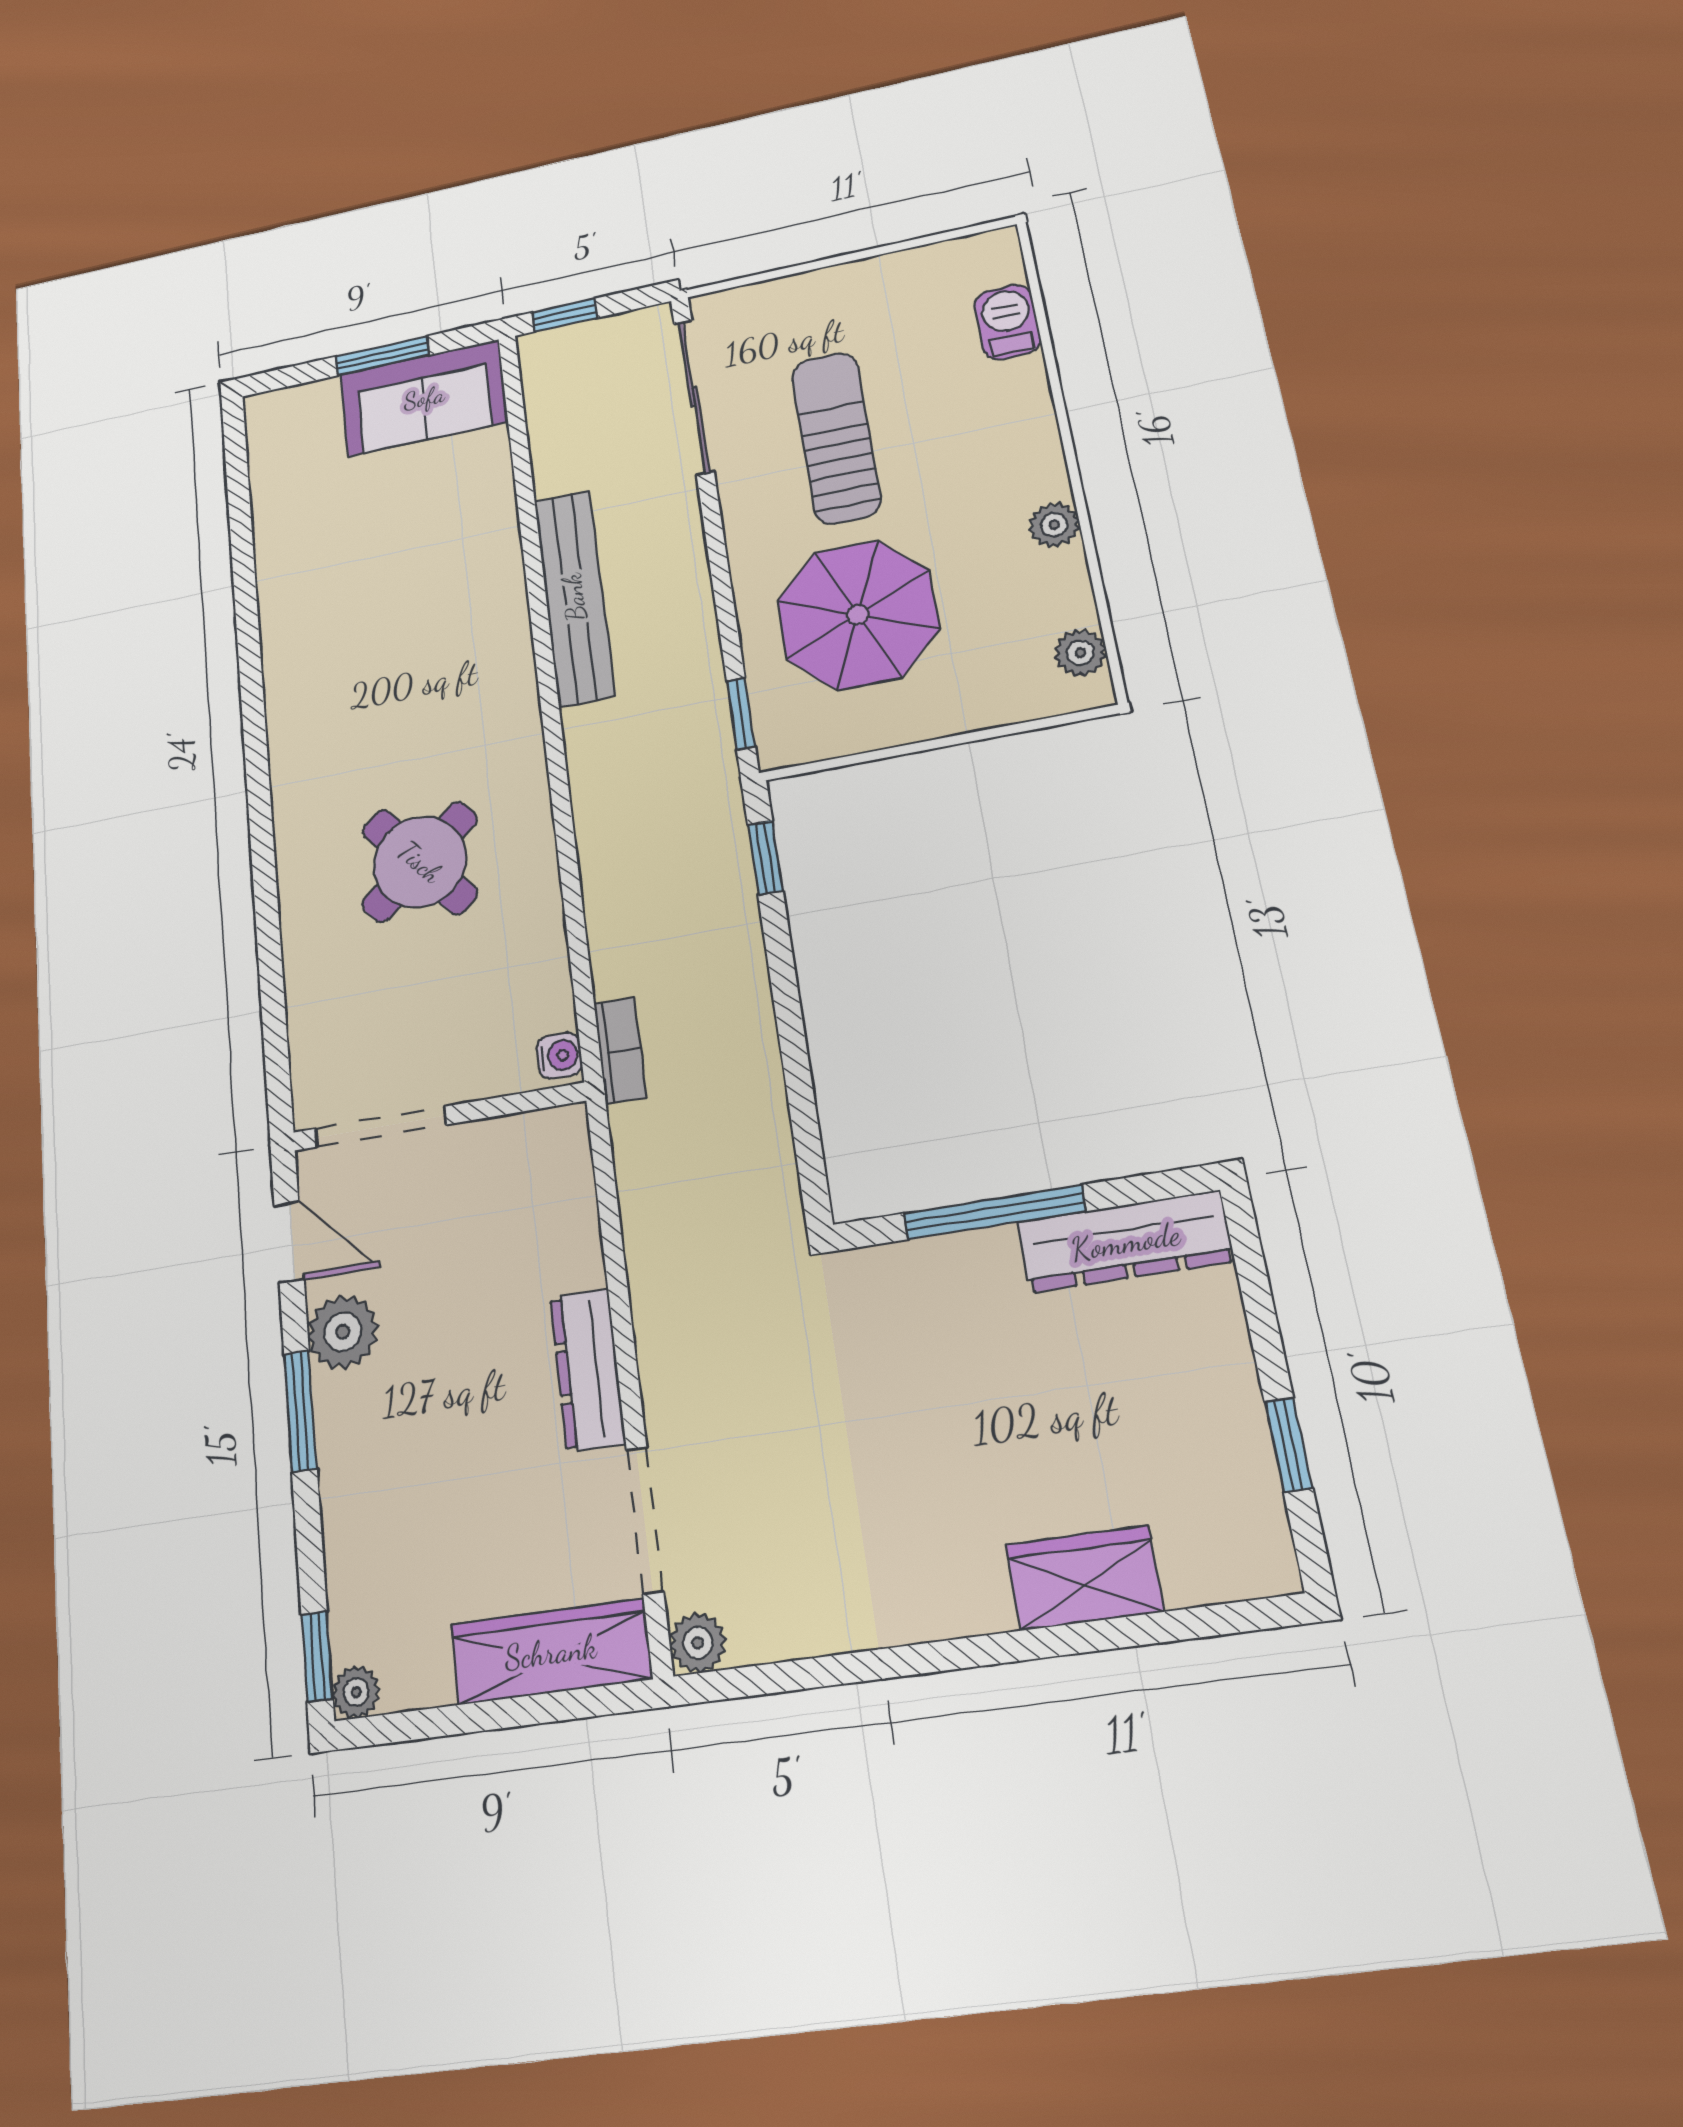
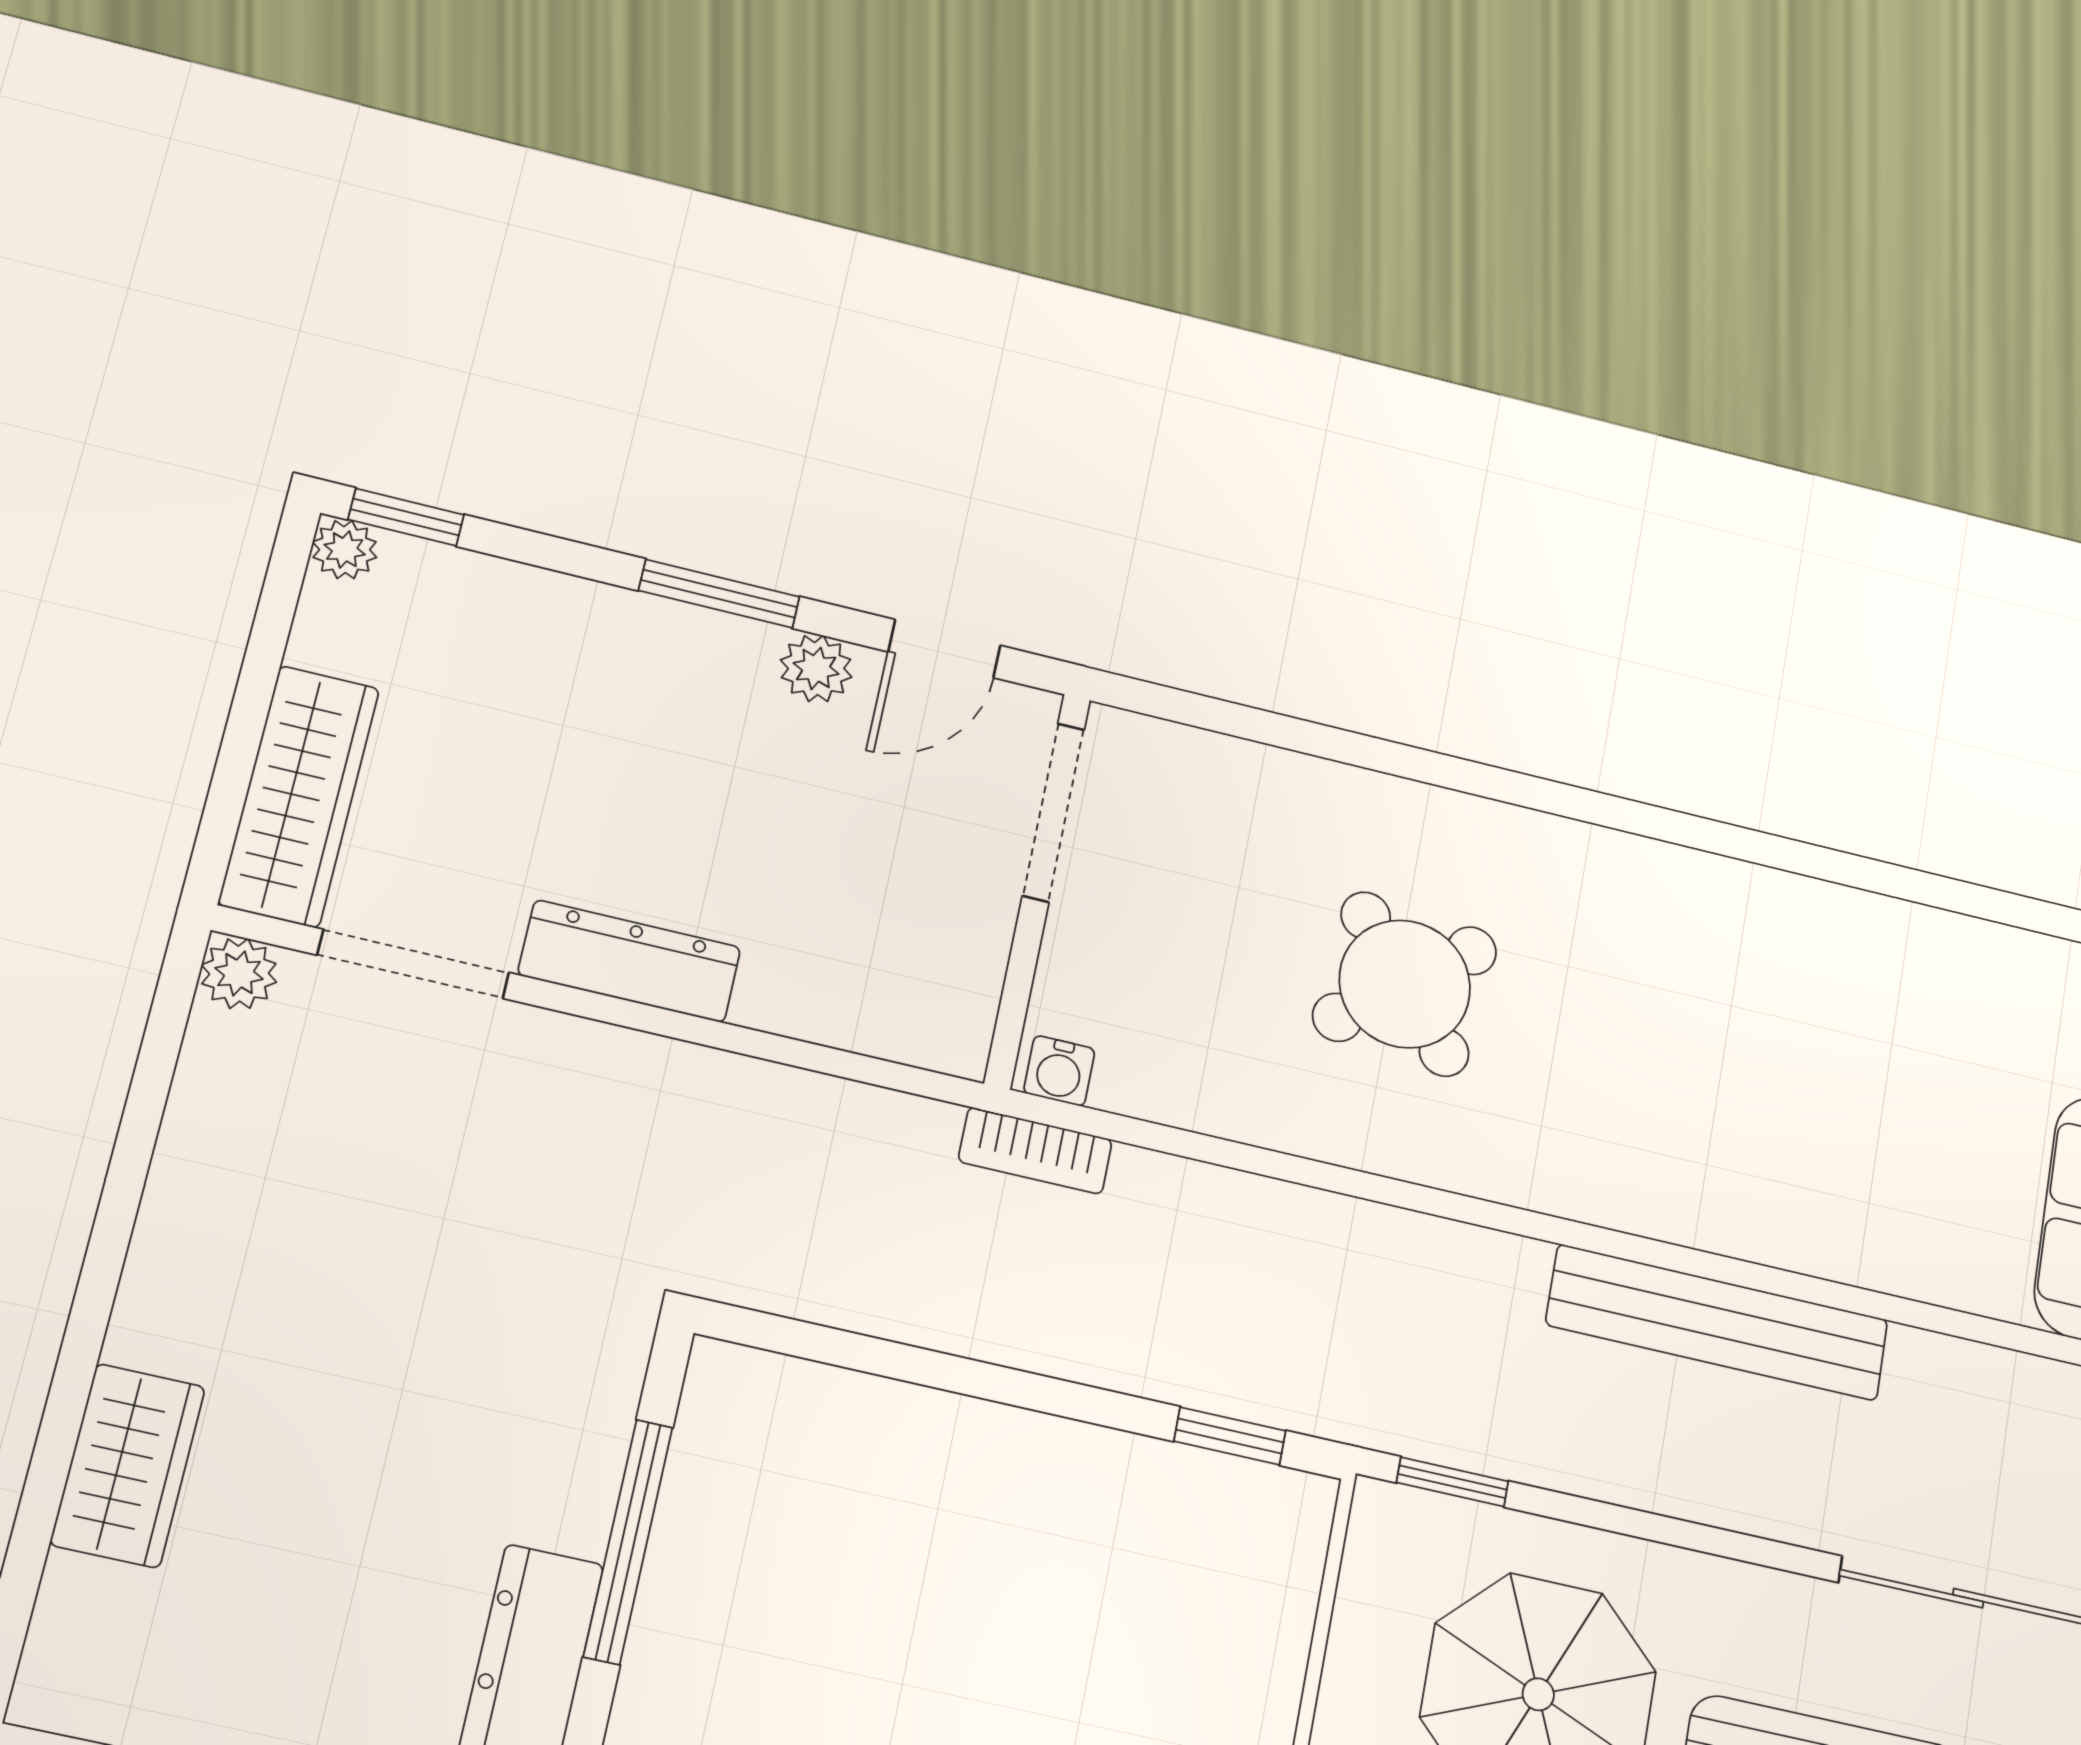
plant: (343, 1332) -> (816, 668), width x0.73, depth x0.73

